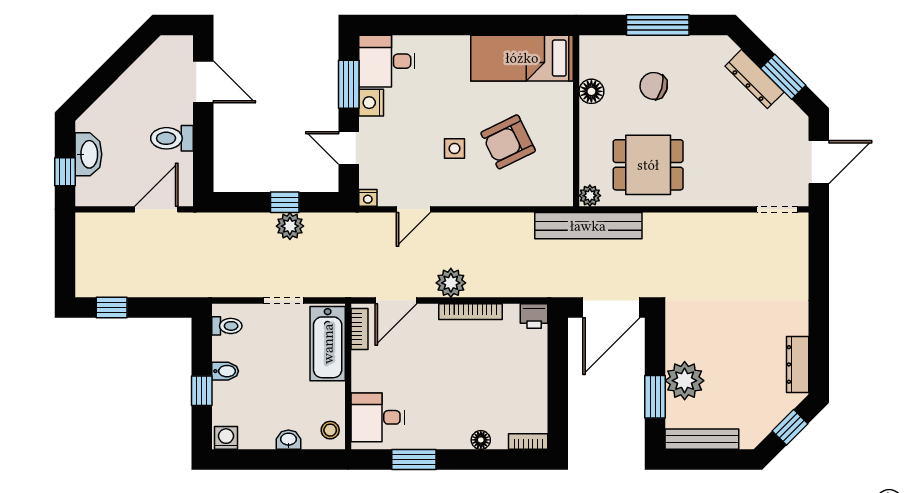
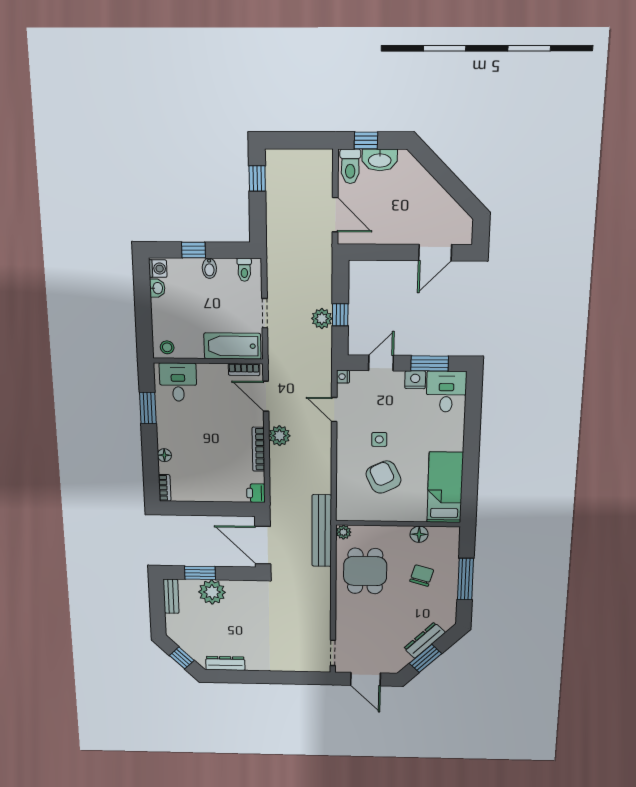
toilet: (172, 138) -> (350, 166), moved, turned 180
bench: (702, 439) -> (171, 596), width x0.73
washbasin: (288, 440) -> (157, 288), moved

